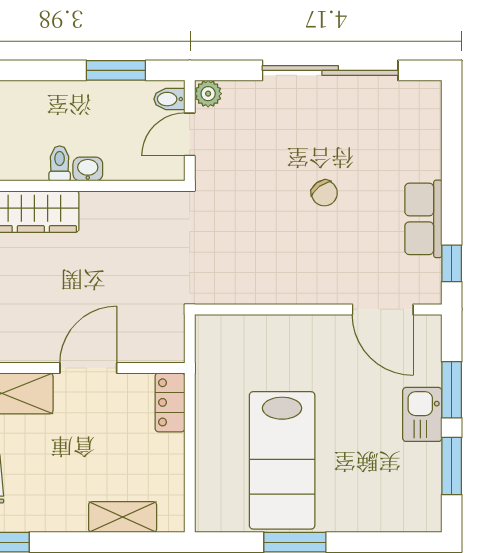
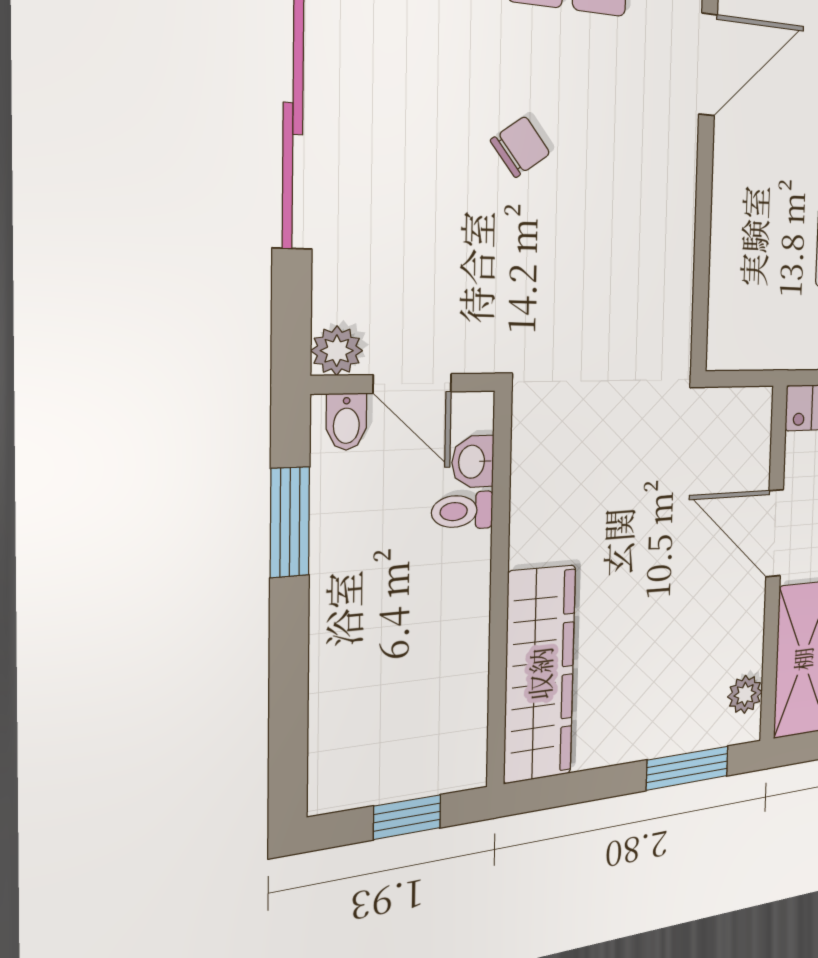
toilet: (60, 163) -> (462, 511), moved
washbasin: (88, 169) -> (473, 462), moved

